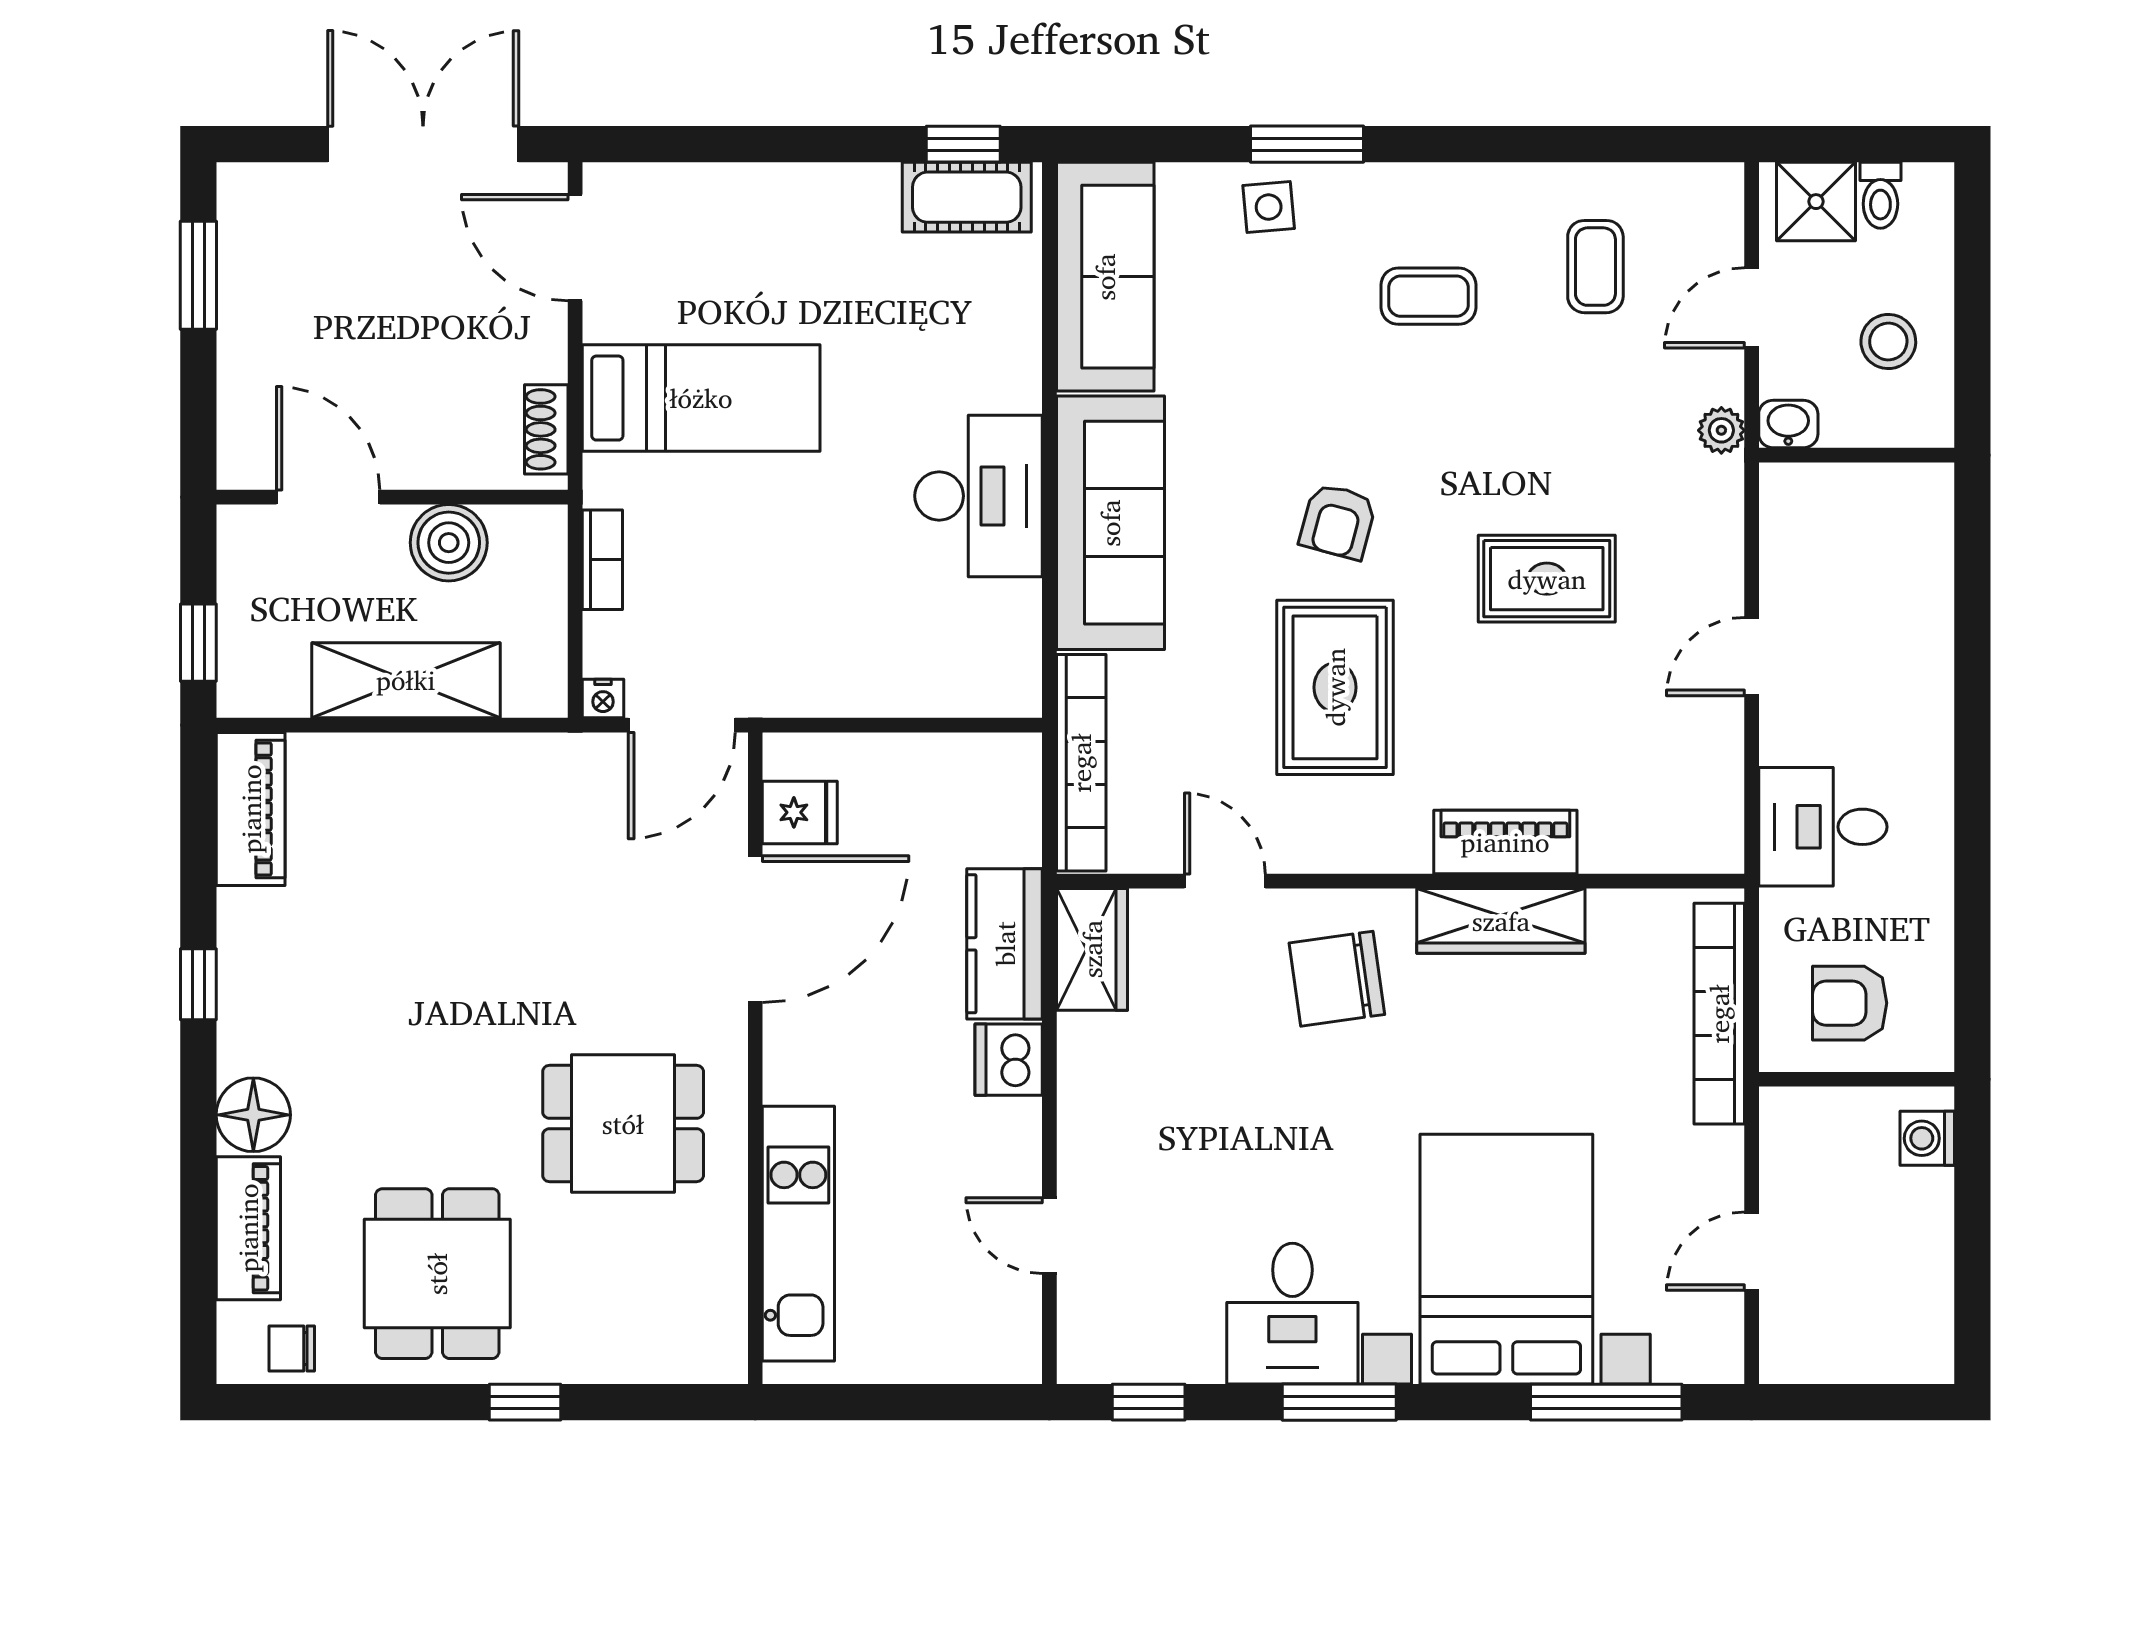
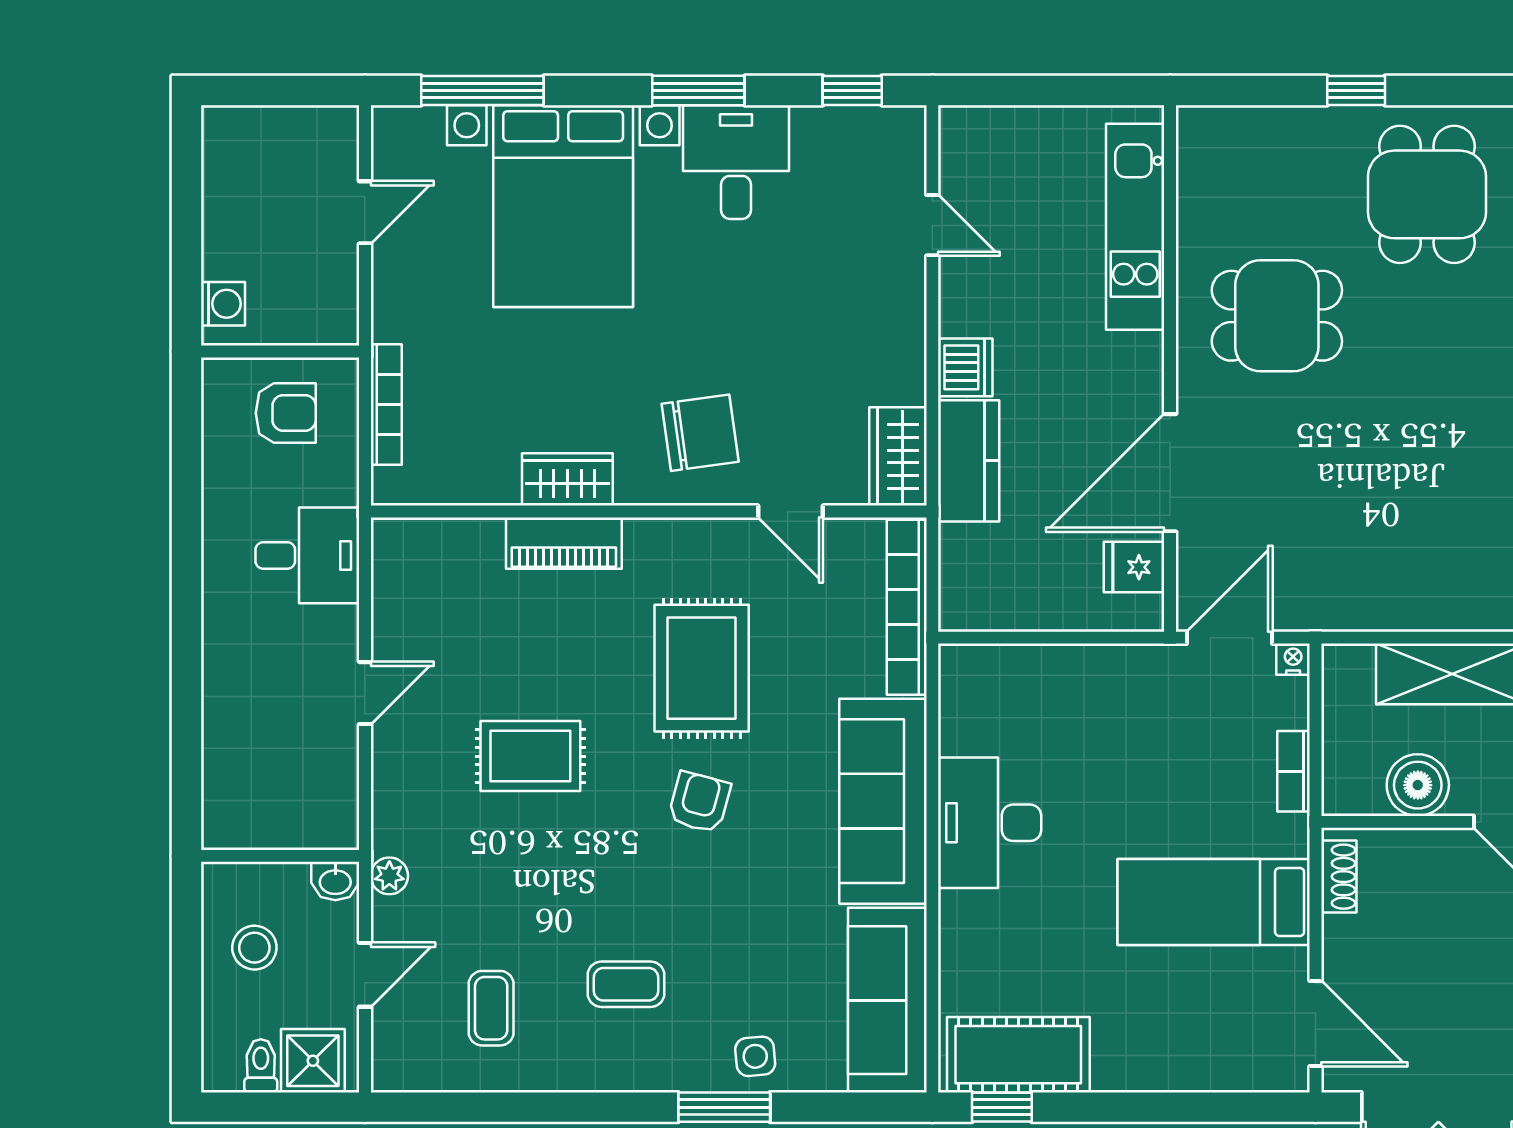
cot: (967, 197) -> (1018, 1055), width x1.37, depth x1.34
wardrobe: (1501, 921) -> (567, 479), width x0.67
bookcase: (1719, 1014) -> (386, 405), width x0.68, depth x0.76

